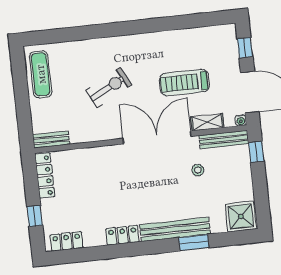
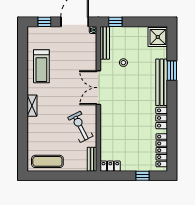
treadmill: (185, 83) -> (41, 66), moved
exercise bike: (109, 87) -> (80, 127), moved
shelving: (207, 122) -> (32, 106), moved
double door: (157, 137) -> (98, 88), width x0.73
locker: (45, 175) -> (110, 166), width x0.66
locker: (67, 241) -> (162, 150), width x1.53

